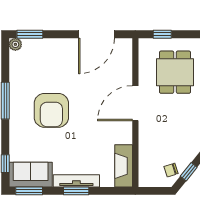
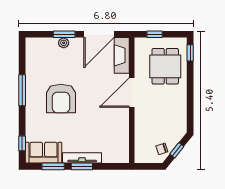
window: (30, 34) -> (64, 34), moved
plant: (15, 44) -> (64, 43), moved
fireplace: (124, 166) -> (122, 55), moved
window: (29, 191) -> (53, 166), moved

